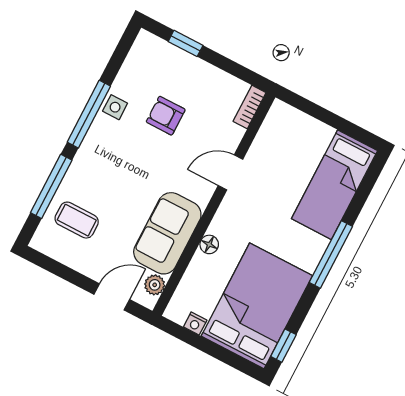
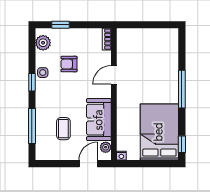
plant: (141, 58) -> (43, 43), added
window: (89, 114) -> (32, 82), width x0.46
bed: (334, 185) -> (166, 55), removed
coffee table: (77, 220) -> (63, 129), moved, turned 90
floor lamp: (209, 244) -> (122, 115), removed
nightstand: (195, 324) -> (121, 156), moved

